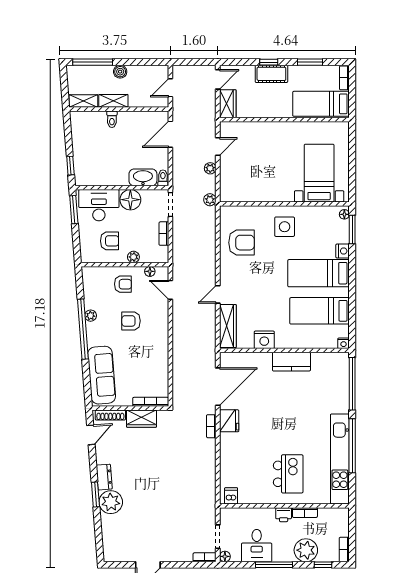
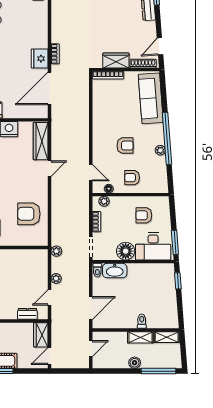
dresser: (243, 128) -> (27, 314), added
plant: (133, 257) -> (104, 201), moved

